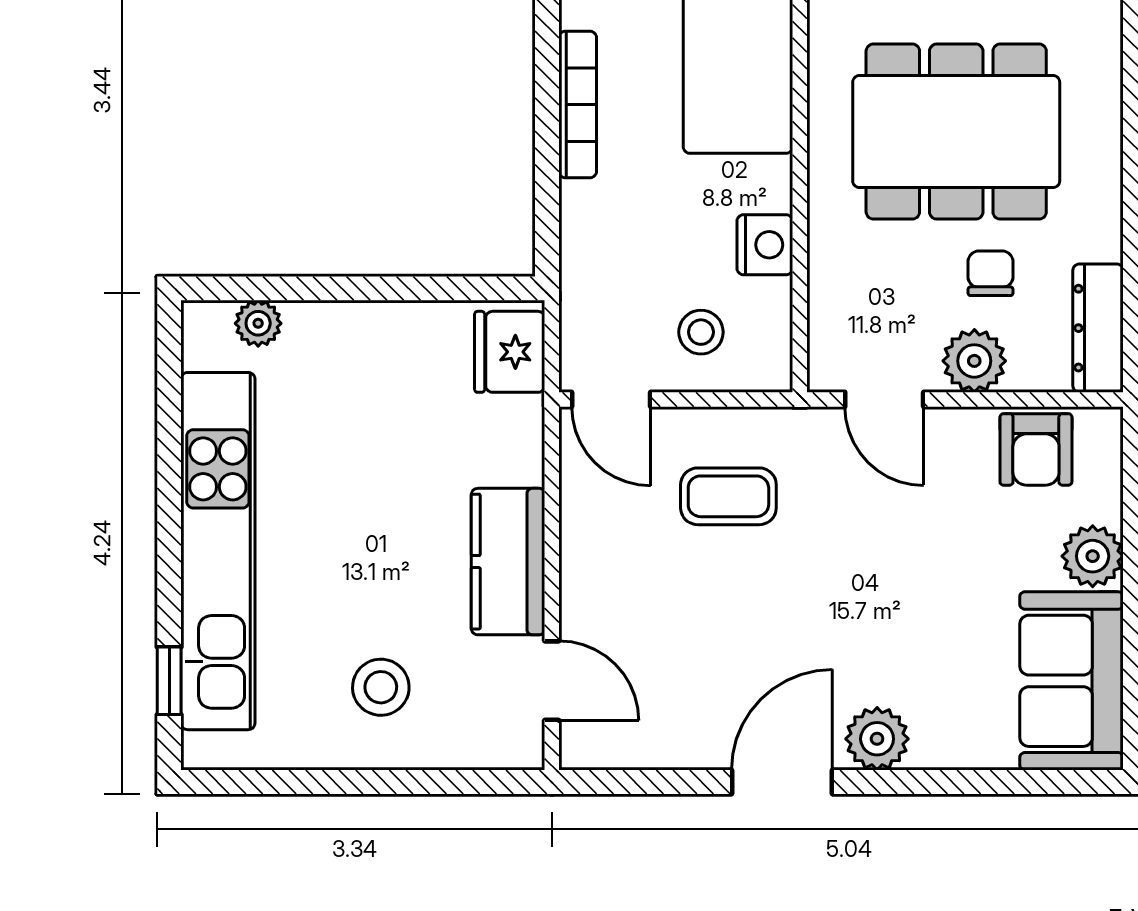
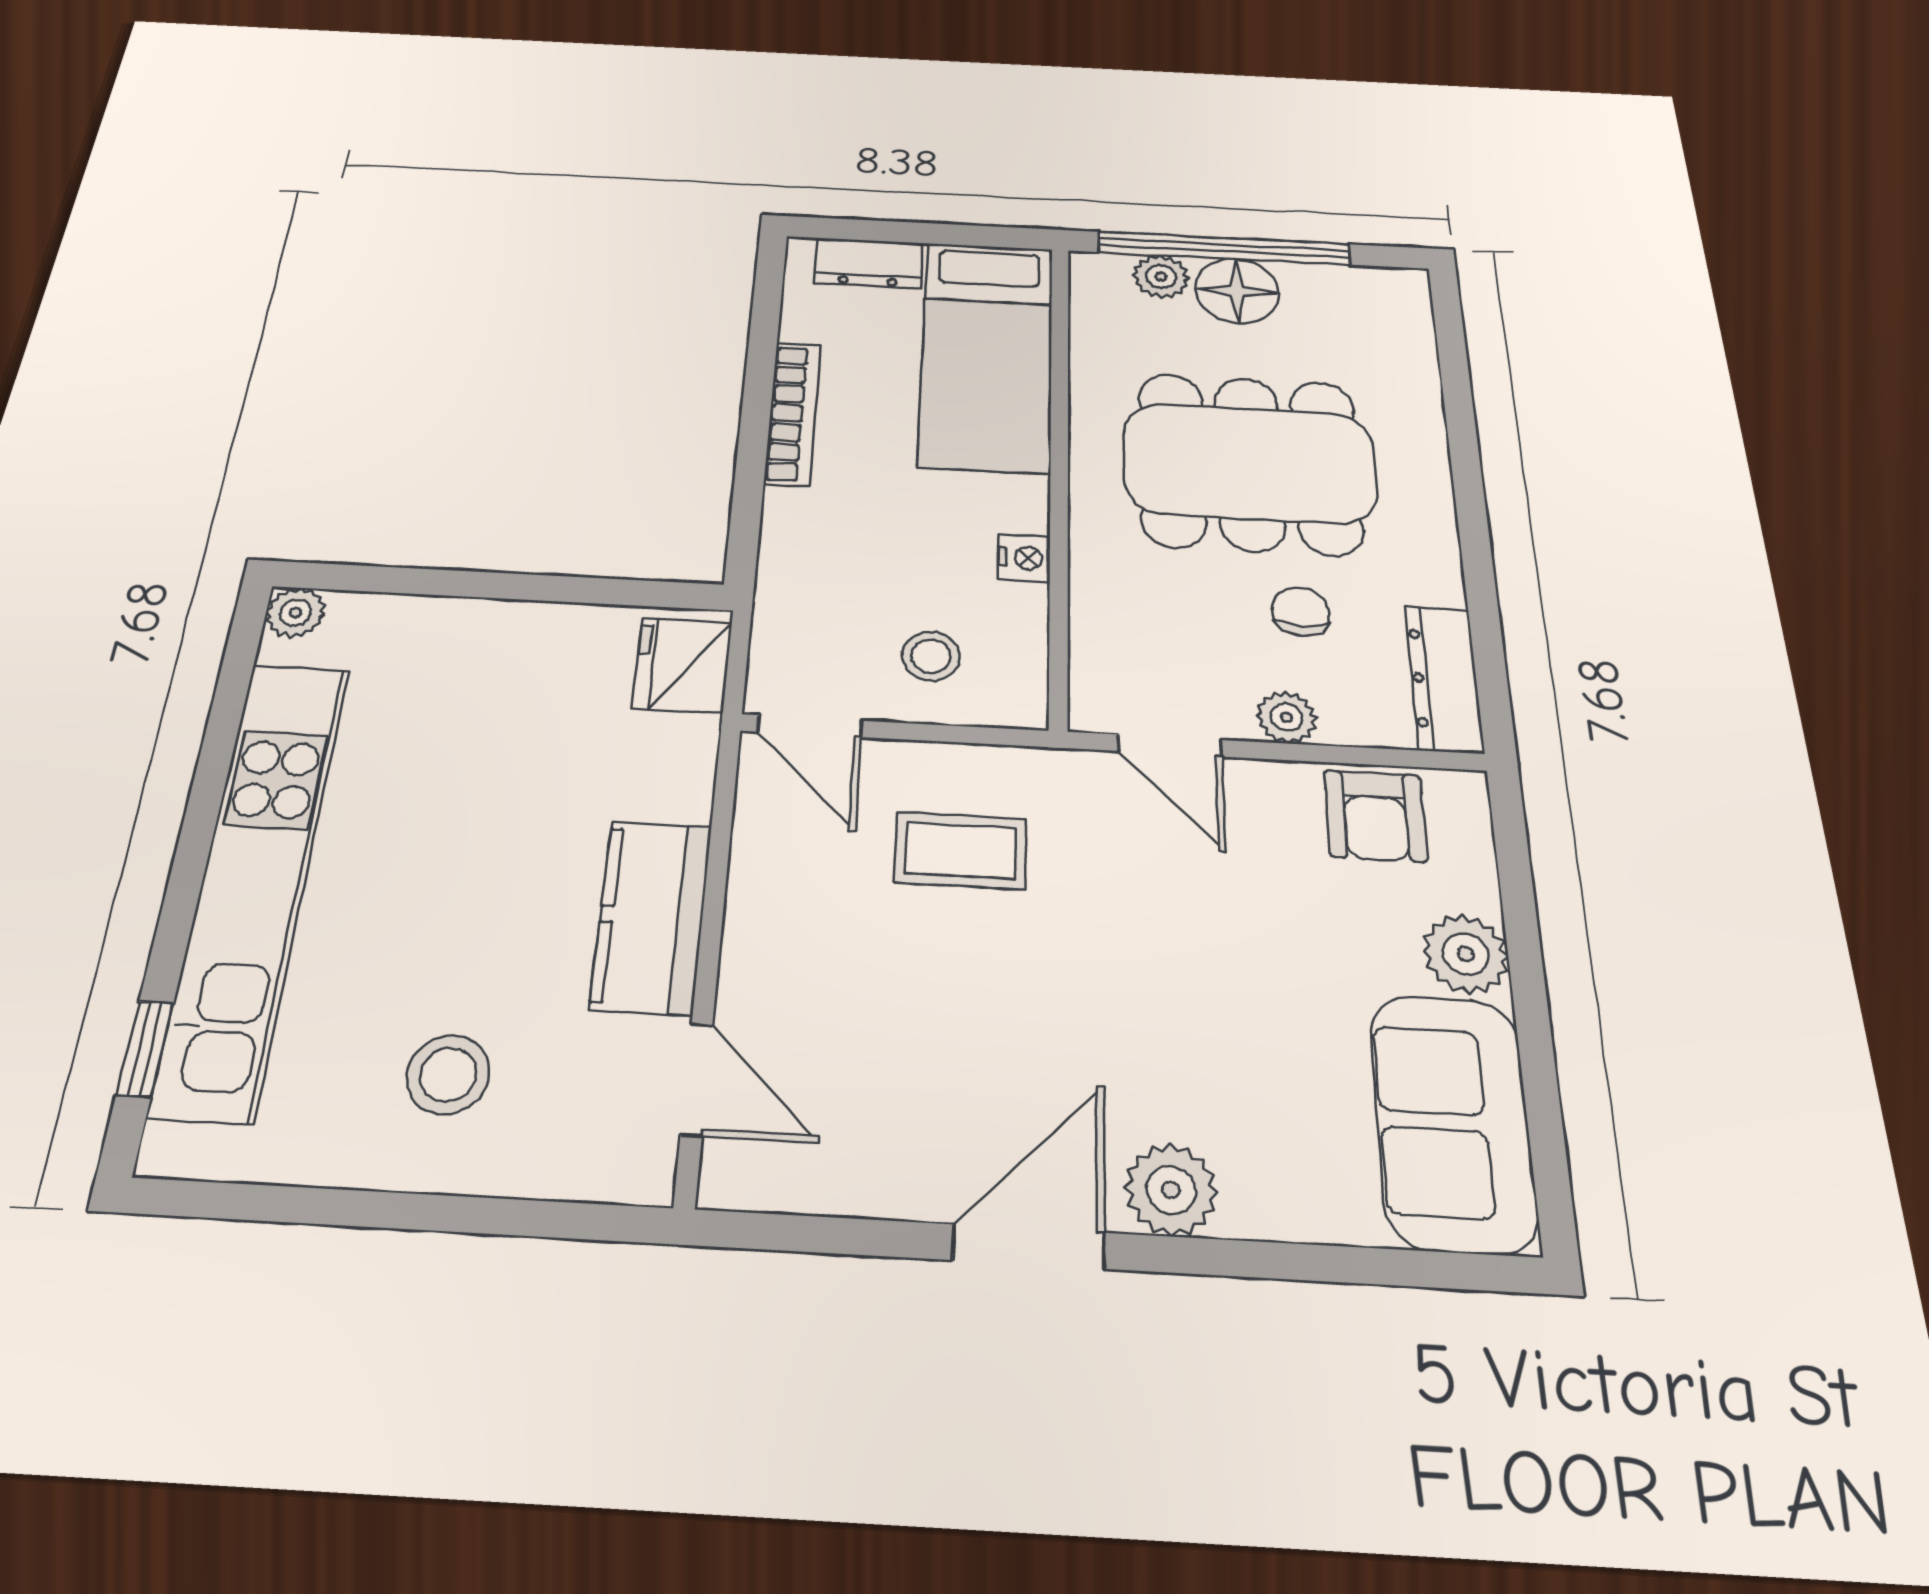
nightstand: (765, 245) -> (1024, 558), width x0.72, depth x0.74
plant: (258, 323) -> (295, 613), moved
plant: (974, 361) -> (1287, 717), width x0.73, depth x0.73

